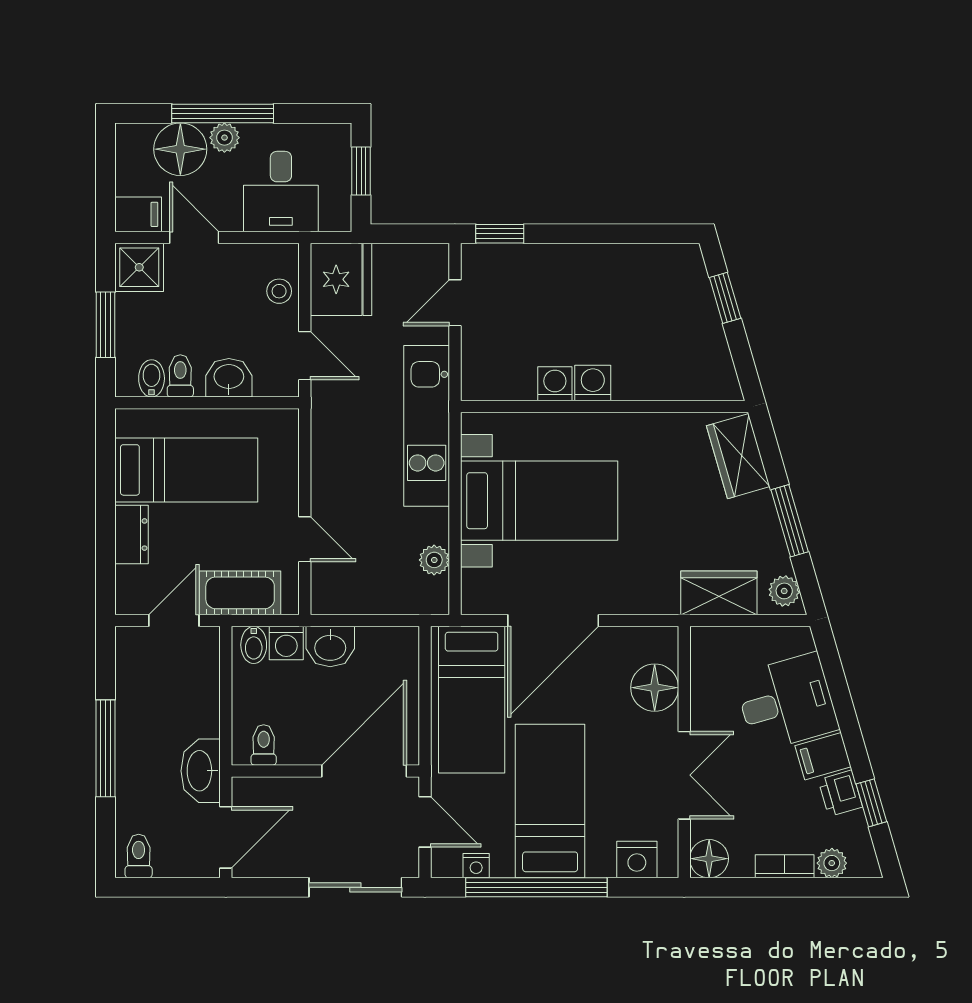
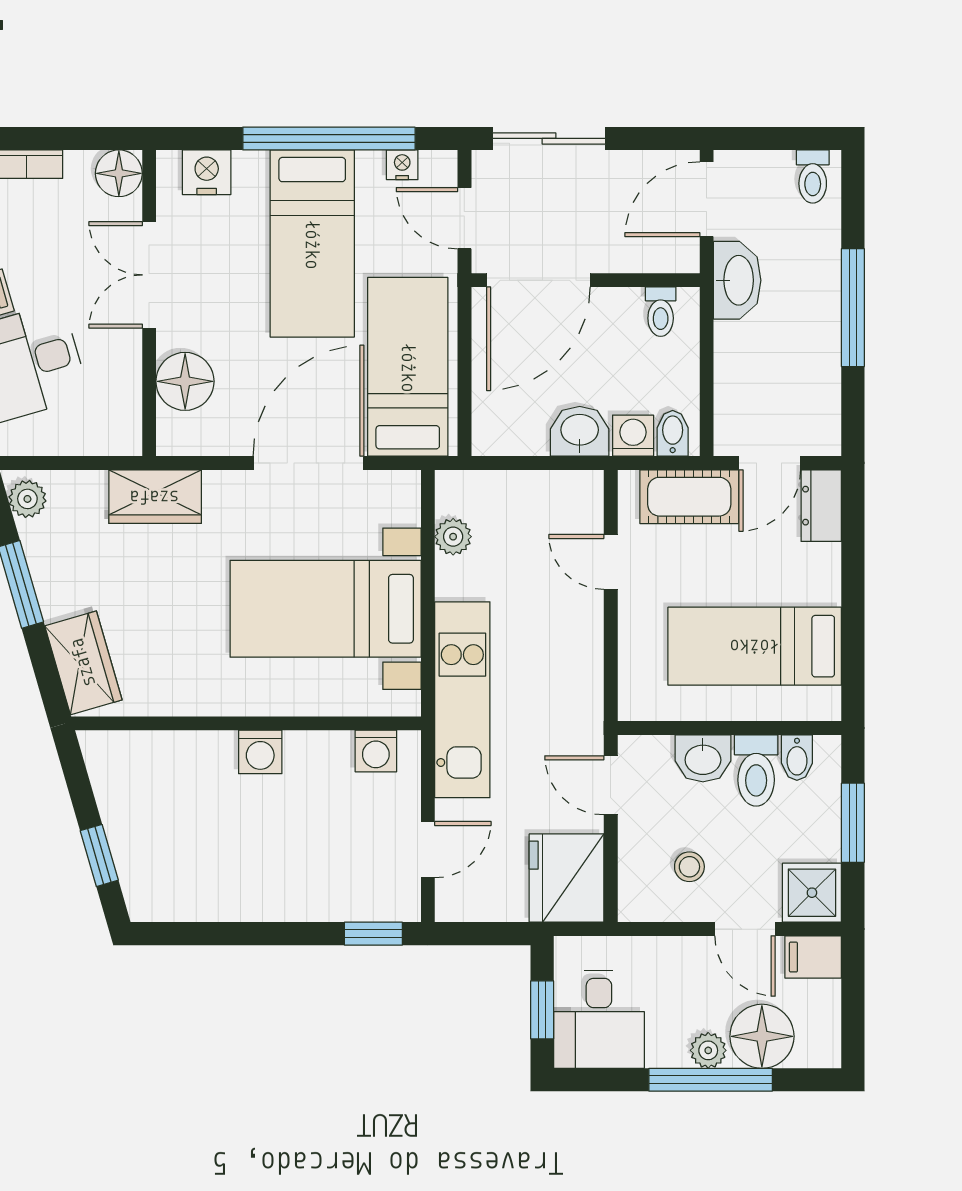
desk: (281, 192) -> (599, 1019), moved, turned 180
stool: (279, 291) -> (689, 867), moved
toilet: (180, 376) -> (756, 770), width x1.37, depth x1.39
washing machine: (555, 384) -> (376, 751), moved
dresser: (132, 535) -> (821, 506), moved
wardrobe: (719, 593) -> (155, 497), moved

